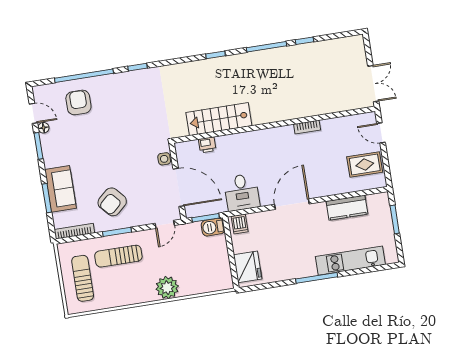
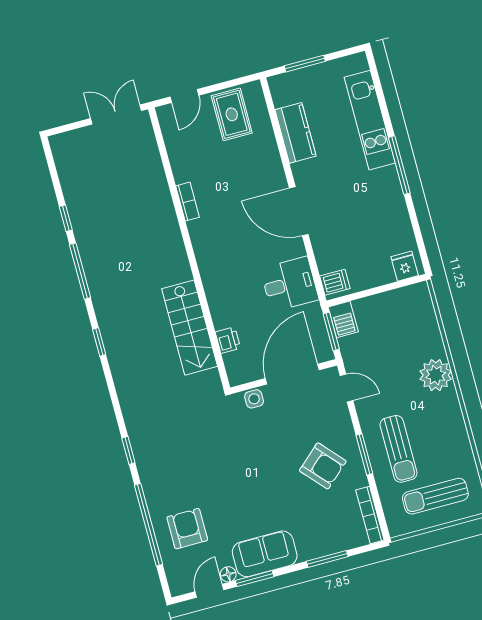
armchair: (78, 102) -> (187, 529), turned 90
sofa: (60, 189) -> (265, 554), moved
fridge: (248, 267) -> (405, 266), width x0.53, depth x0.75

